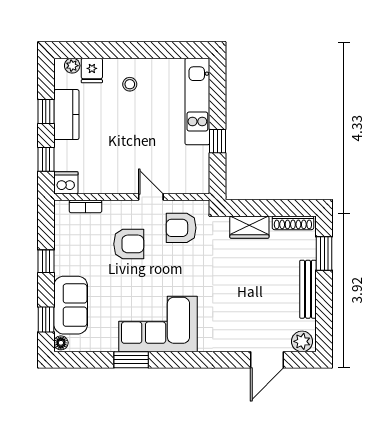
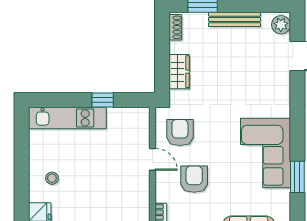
door: (151, 197) -> (152, 159), swing flipped
shoe rack: (293, 223) -> (175, 27), width x0.70
armchair: (181, 228) -> (180, 132), turned 180

